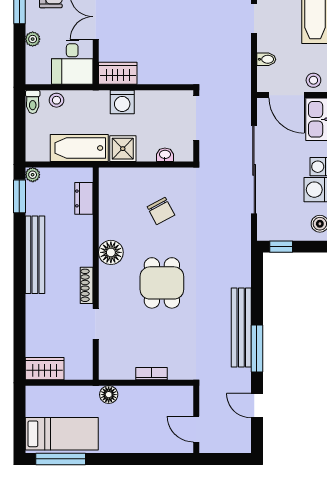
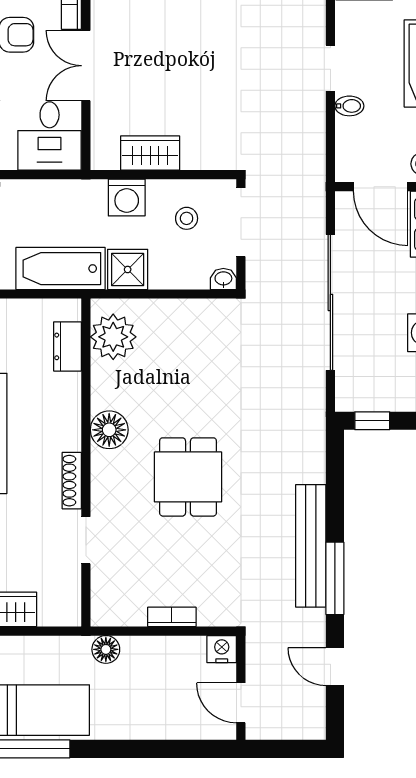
bidet: (266, 59) -> (349, 106), moved
wardrobe: (118, 73) -> (150, 153), moved
stool: (56, 100) -> (187, 218), moved
washbasin: (165, 155) -> (223, 279), moved
plant: (113, 192) -> (113, 337), added
chair: (161, 211) -> (187, 366), removed
nightstand: (184, 394) -> (222, 649), added

